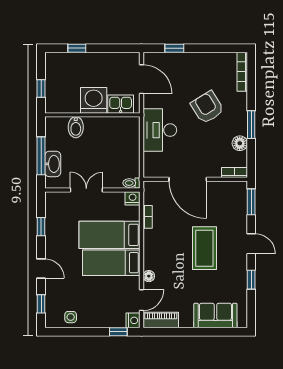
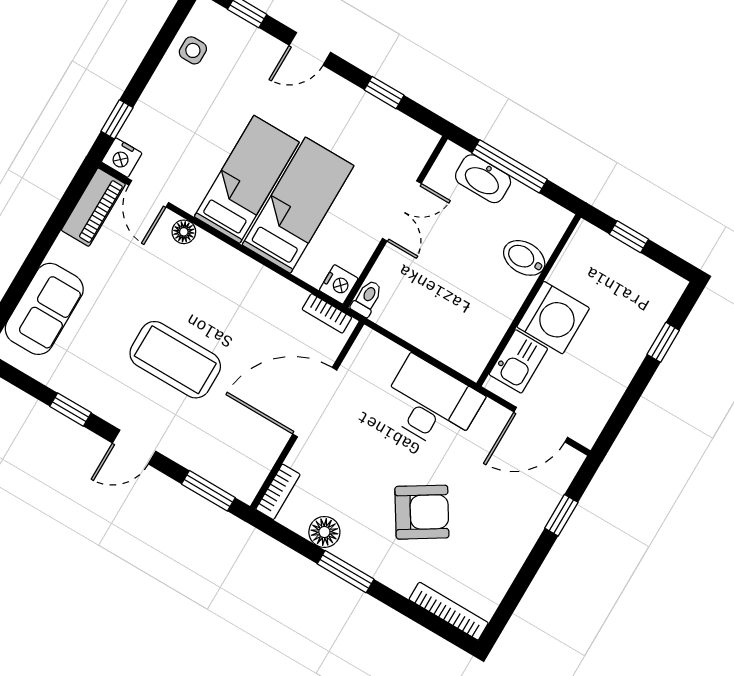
bookcase: (148, 217) -> (327, 313), moved

